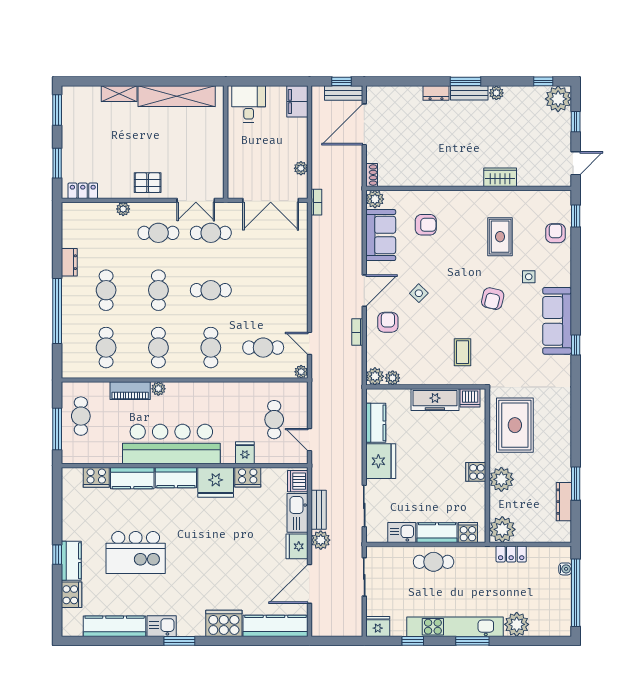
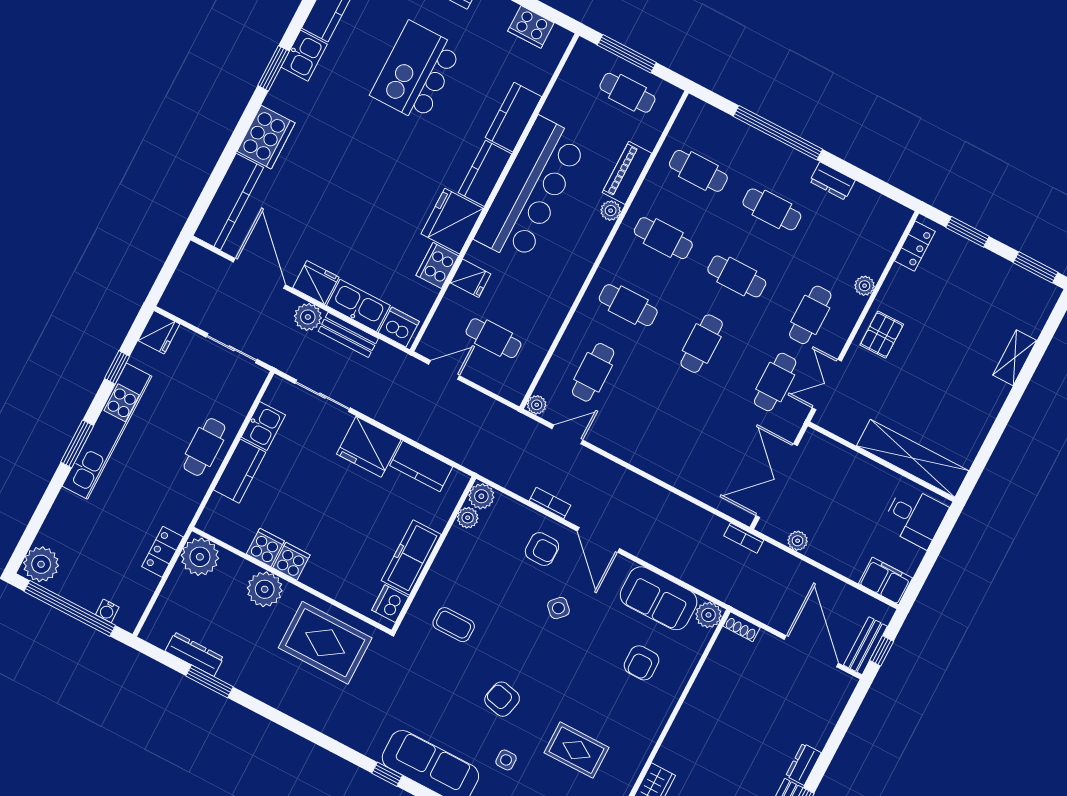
shelving: (177, 96) -> (913, 458), moved, turned 90
cooker: (96, 477) -> (531, 27), moved, turned -90
cooker: (468, 532) -> (265, 547), moved, turned -90
plant: (517, 624) -> (41, 564), moved

